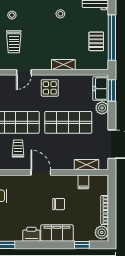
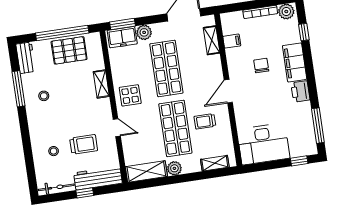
pallet: (96, 41) -> (69, 50), width x1.50, depth x1.42

